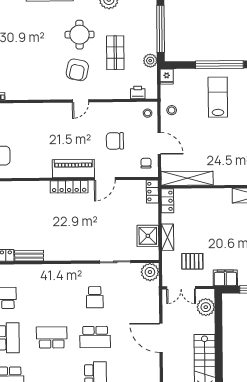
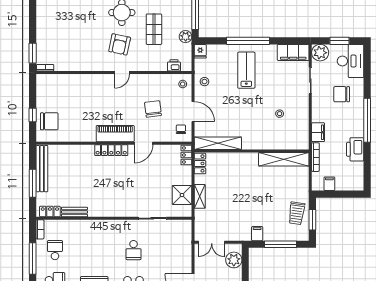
chair: (115, 141) -> (153, 109), turned 83
pallet: (192, 261) -> (222, 218), removed
plant: (150, 272) -> (184, 228), removed
filing cabinet: (225, 278) -> (257, 234), width x0.50

